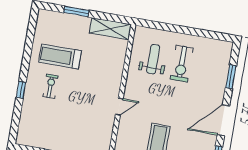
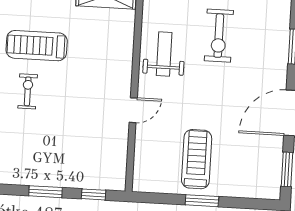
weight bench: (153, 59) -> (164, 54), moved

